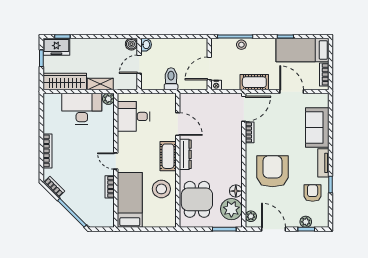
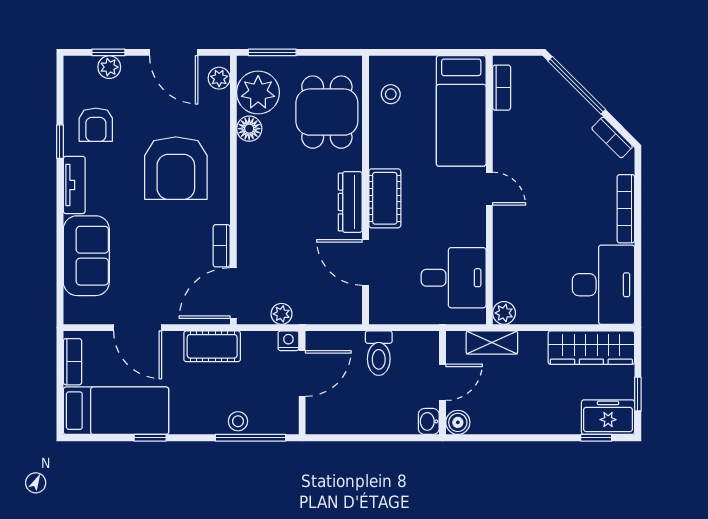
shelving: (100, 84) -> (492, 343), moved
plant: (220, 98) -> (281, 314), added
desk: (82, 109) -> (604, 285), moved, turned -90
bookcase: (110, 187) -> (502, 88), moved
stool: (161, 189) -> (391, 94), moved, width x0.53, depth x0.53

